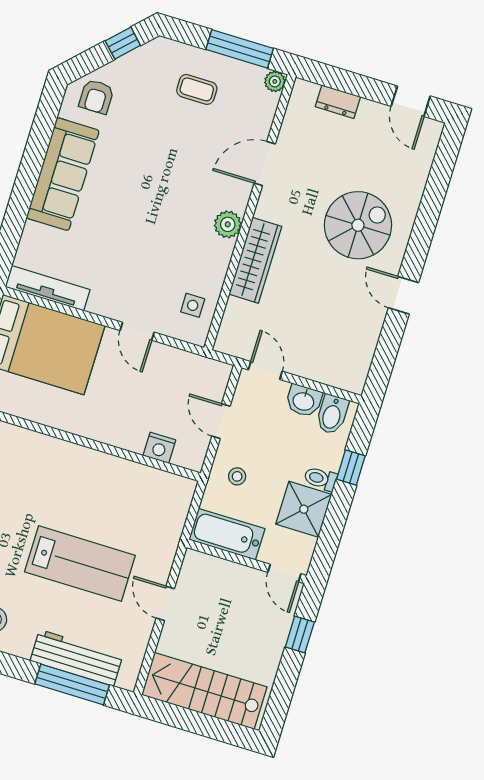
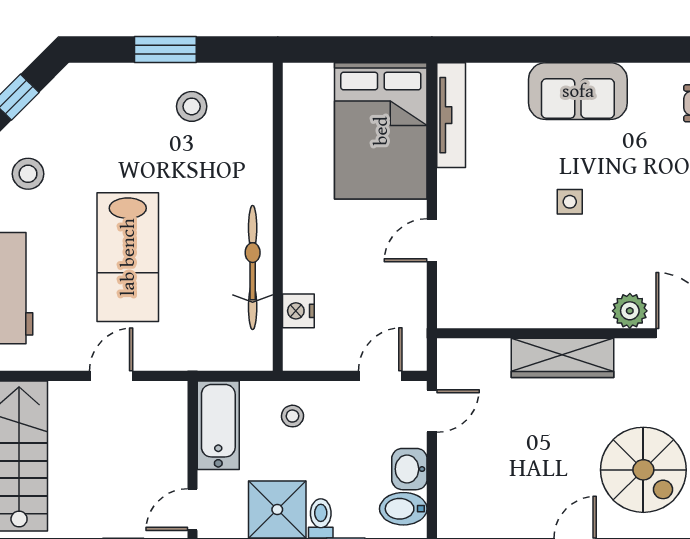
sofa: (63, 174) -> (578, 91), width x0.73
plant: (228, 224) -> (630, 311), moved
side table: (193, 305) -> (570, 202), moved
door: (221, 421) -> (380, 376), moved
bicycle: (116, 472) -> (253, 268), added

